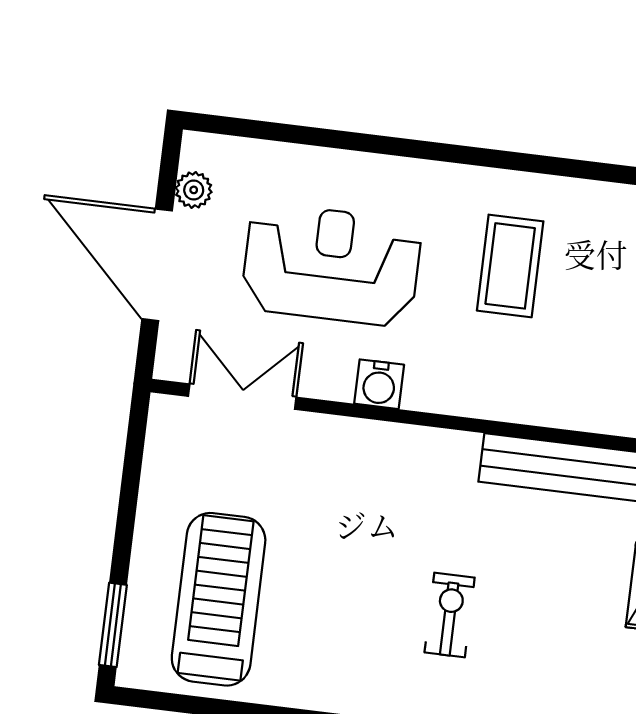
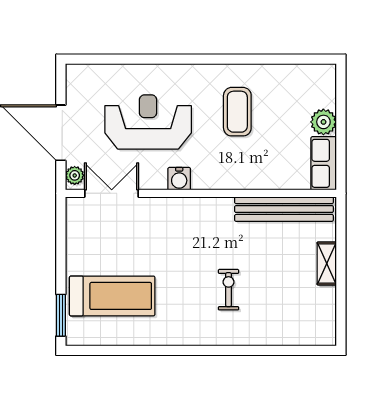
plant: (194, 190) -> (75, 175), moved
treadmill: (219, 599) -> (112, 296), turned 90

